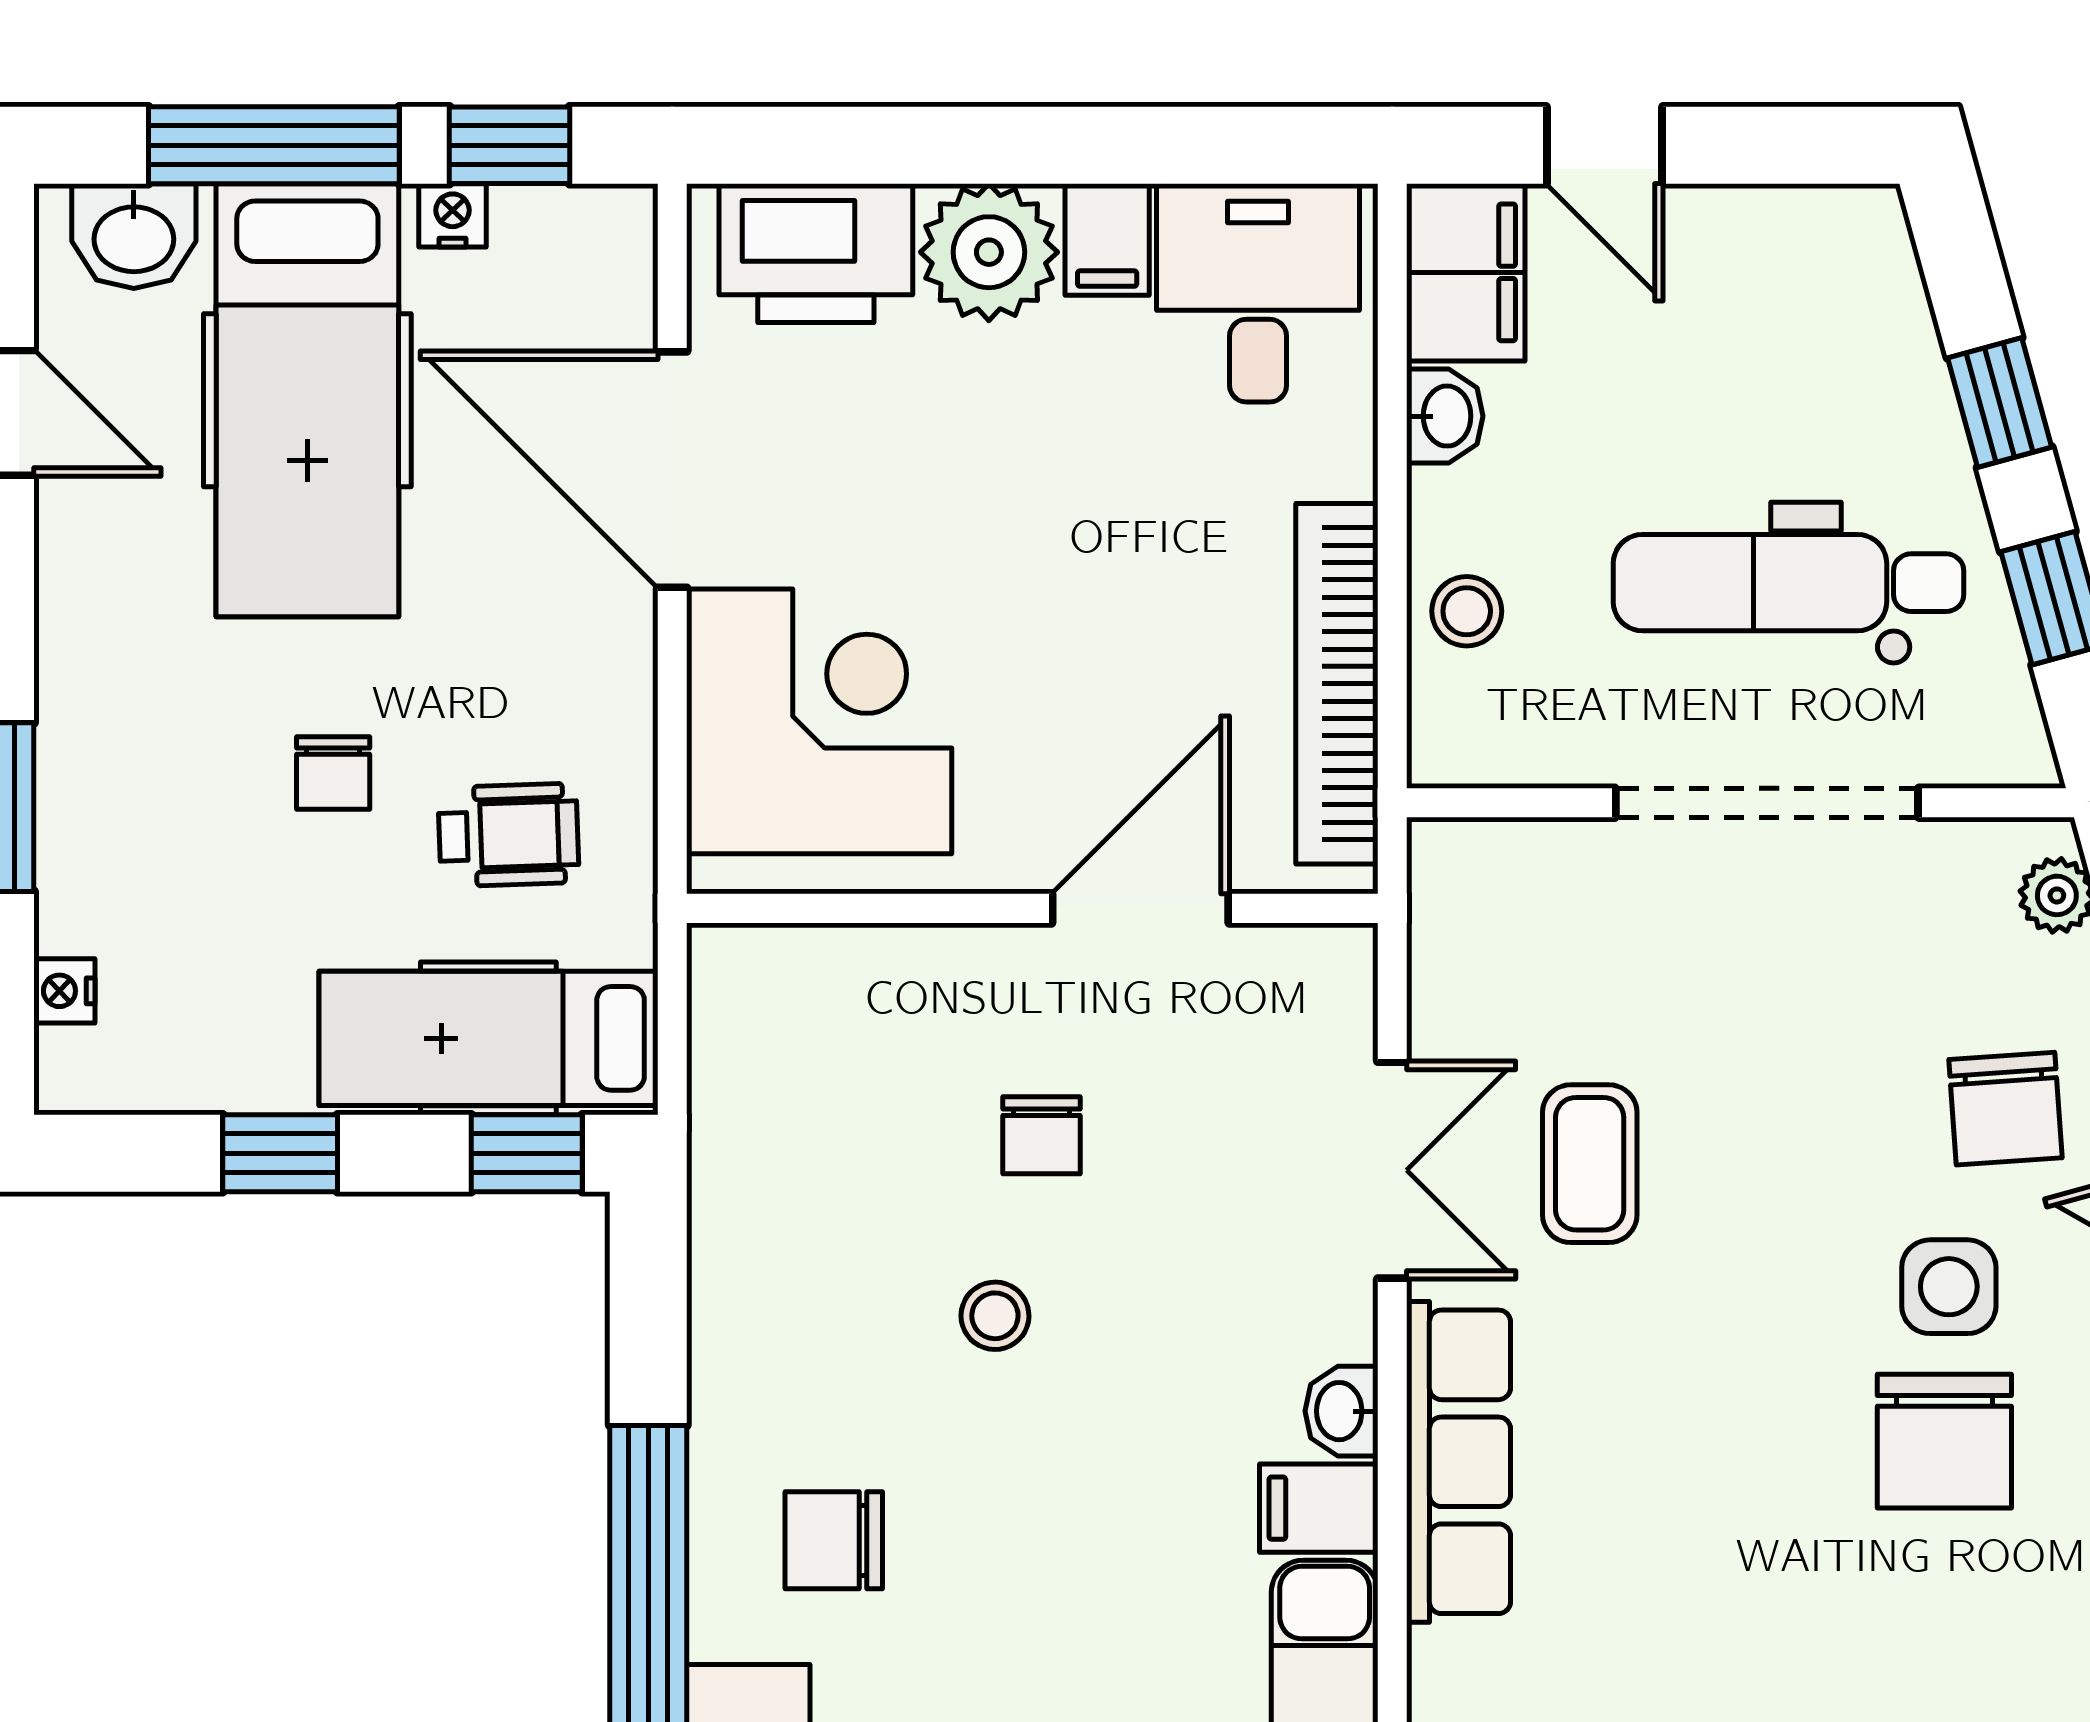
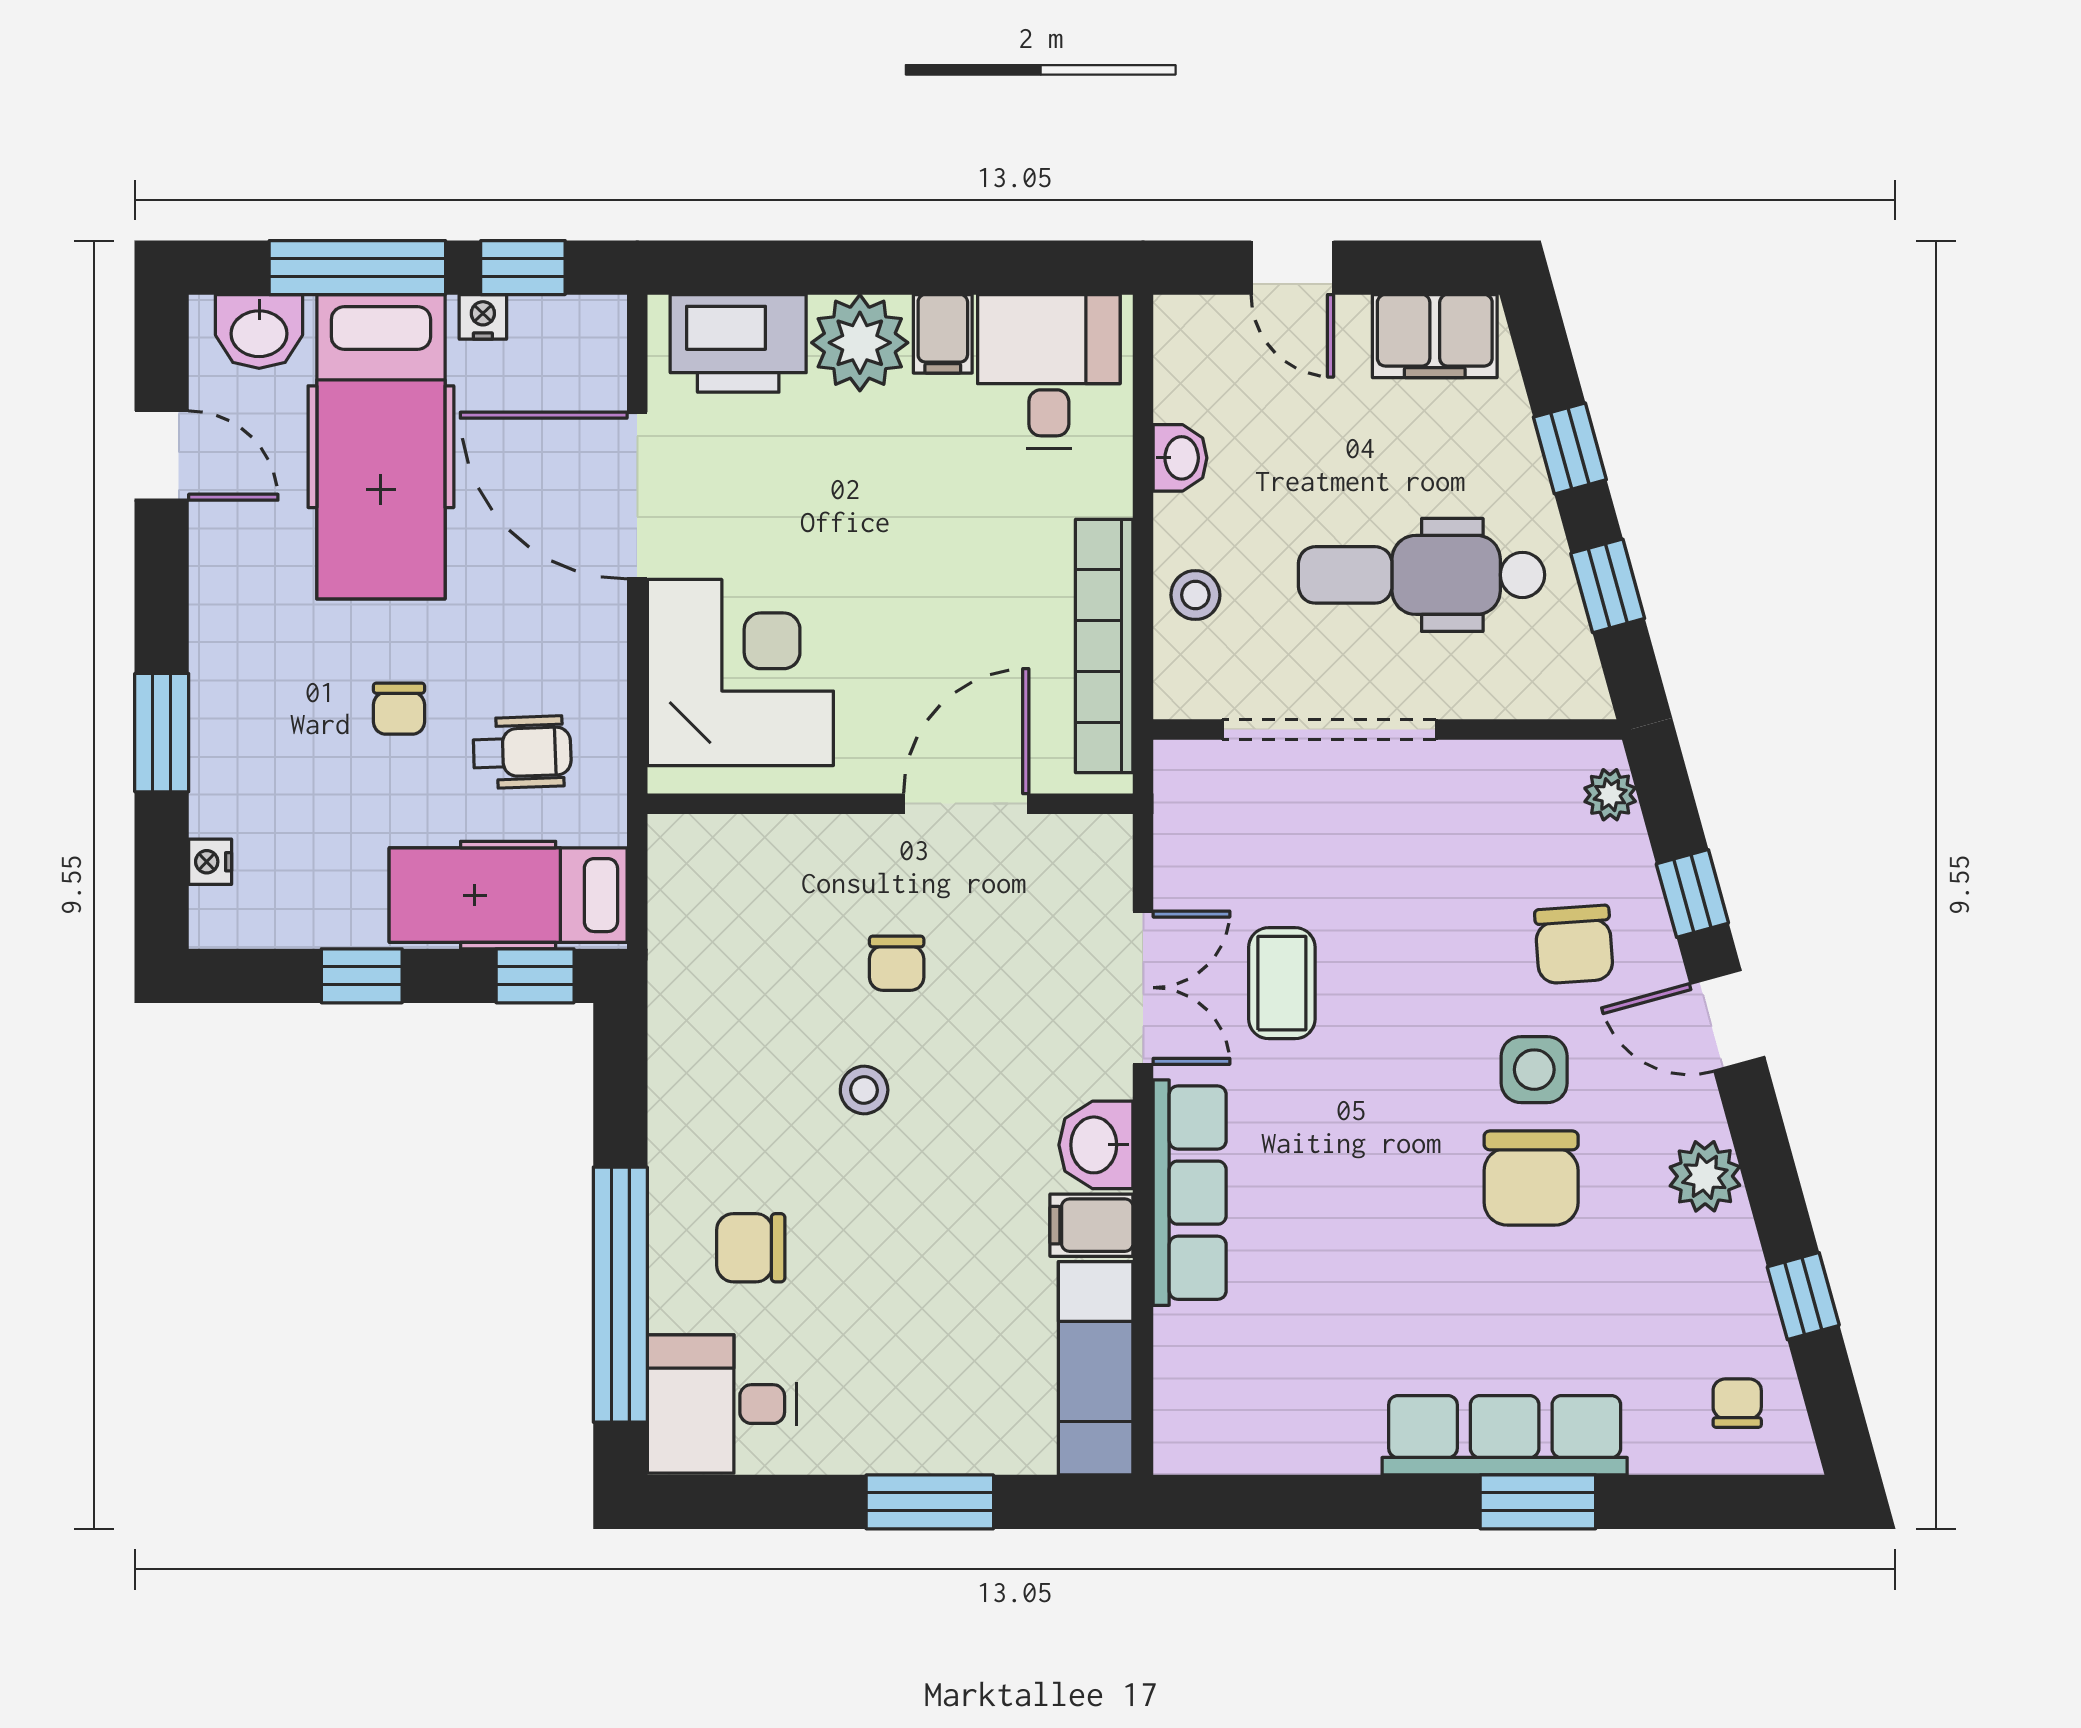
filing cabinet: (1466, 272) -> (1435, 336), moved, turned 90
doorway: (1767, 803) -> (1329, 730), moved
washbasin: (1341, 1411) -> (1096, 1145), width x1.38, depth x1.45

